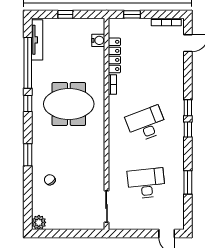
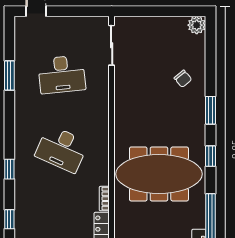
window: (28, 104) -> (211, 156), moved
meeting table: (69, 104) -> (159, 174), width x1.36
desk: (146, 124) -> (62, 149), turned 45
window: (188, 129) -> (9, 219), moved

